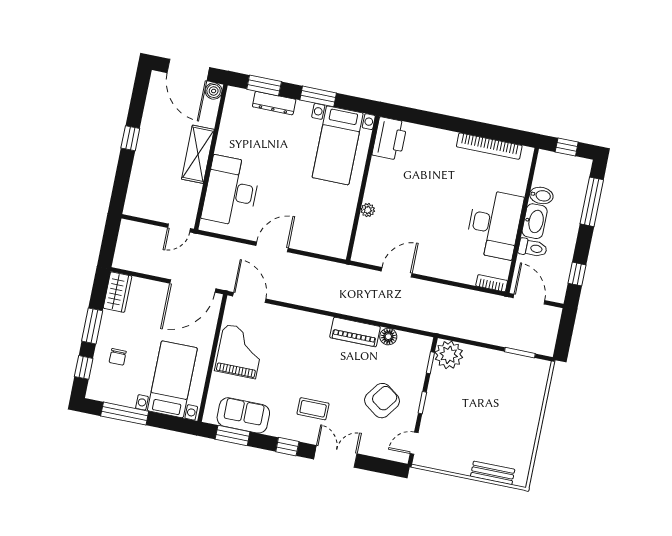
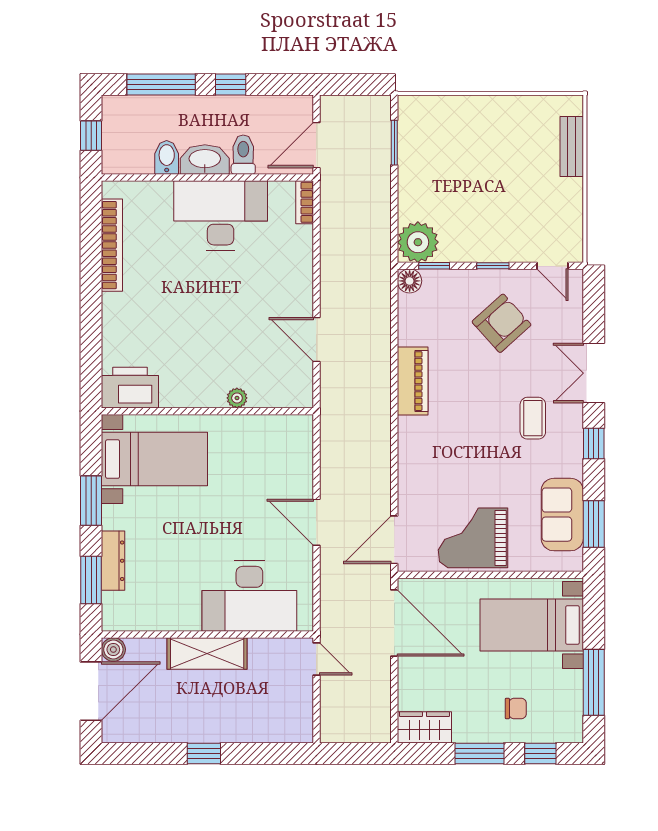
window: (577, 274) -> (231, 85), moved
floor lamp: (388, 337) -> (410, 281), moved
armchair: (382, 401) -> (502, 323), turned 102

